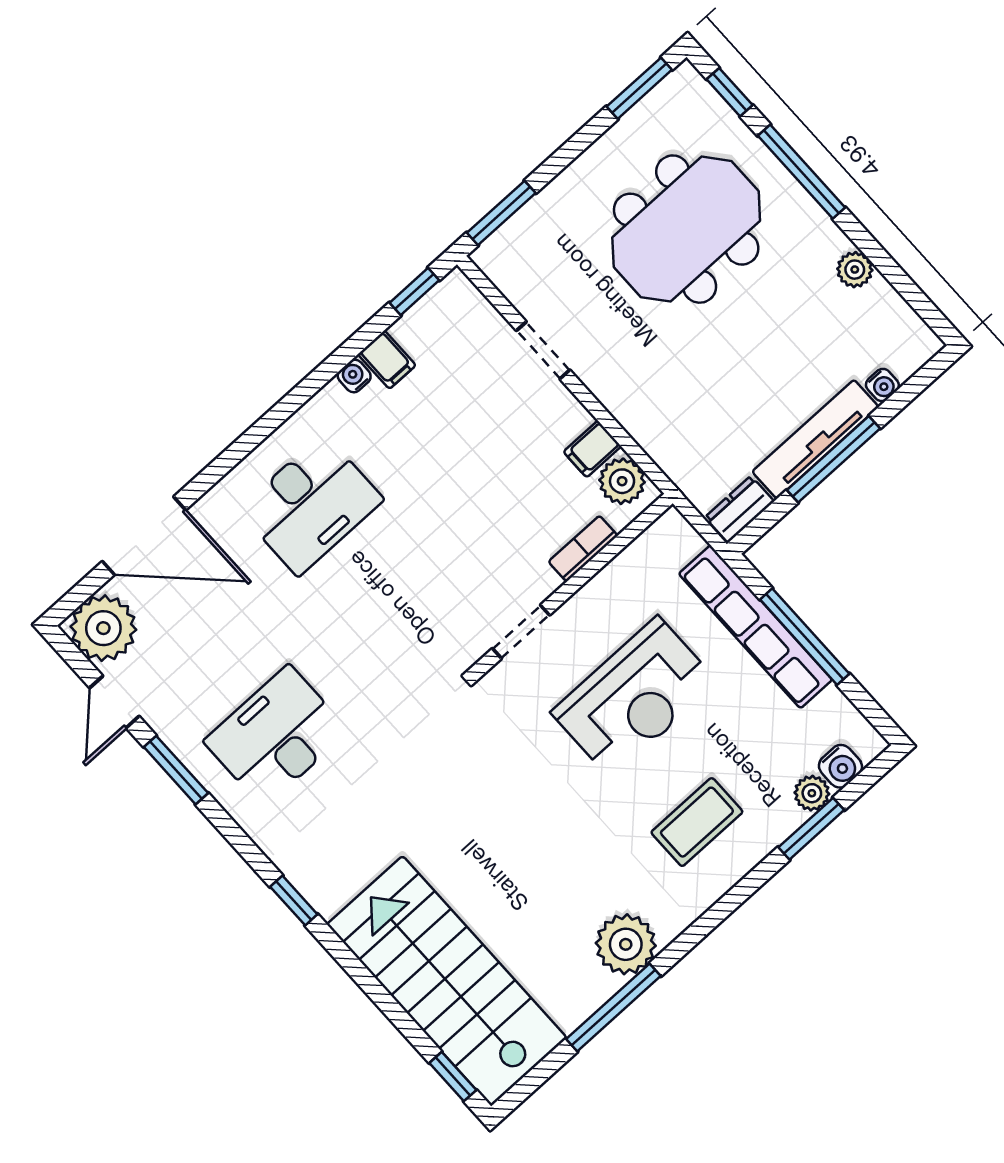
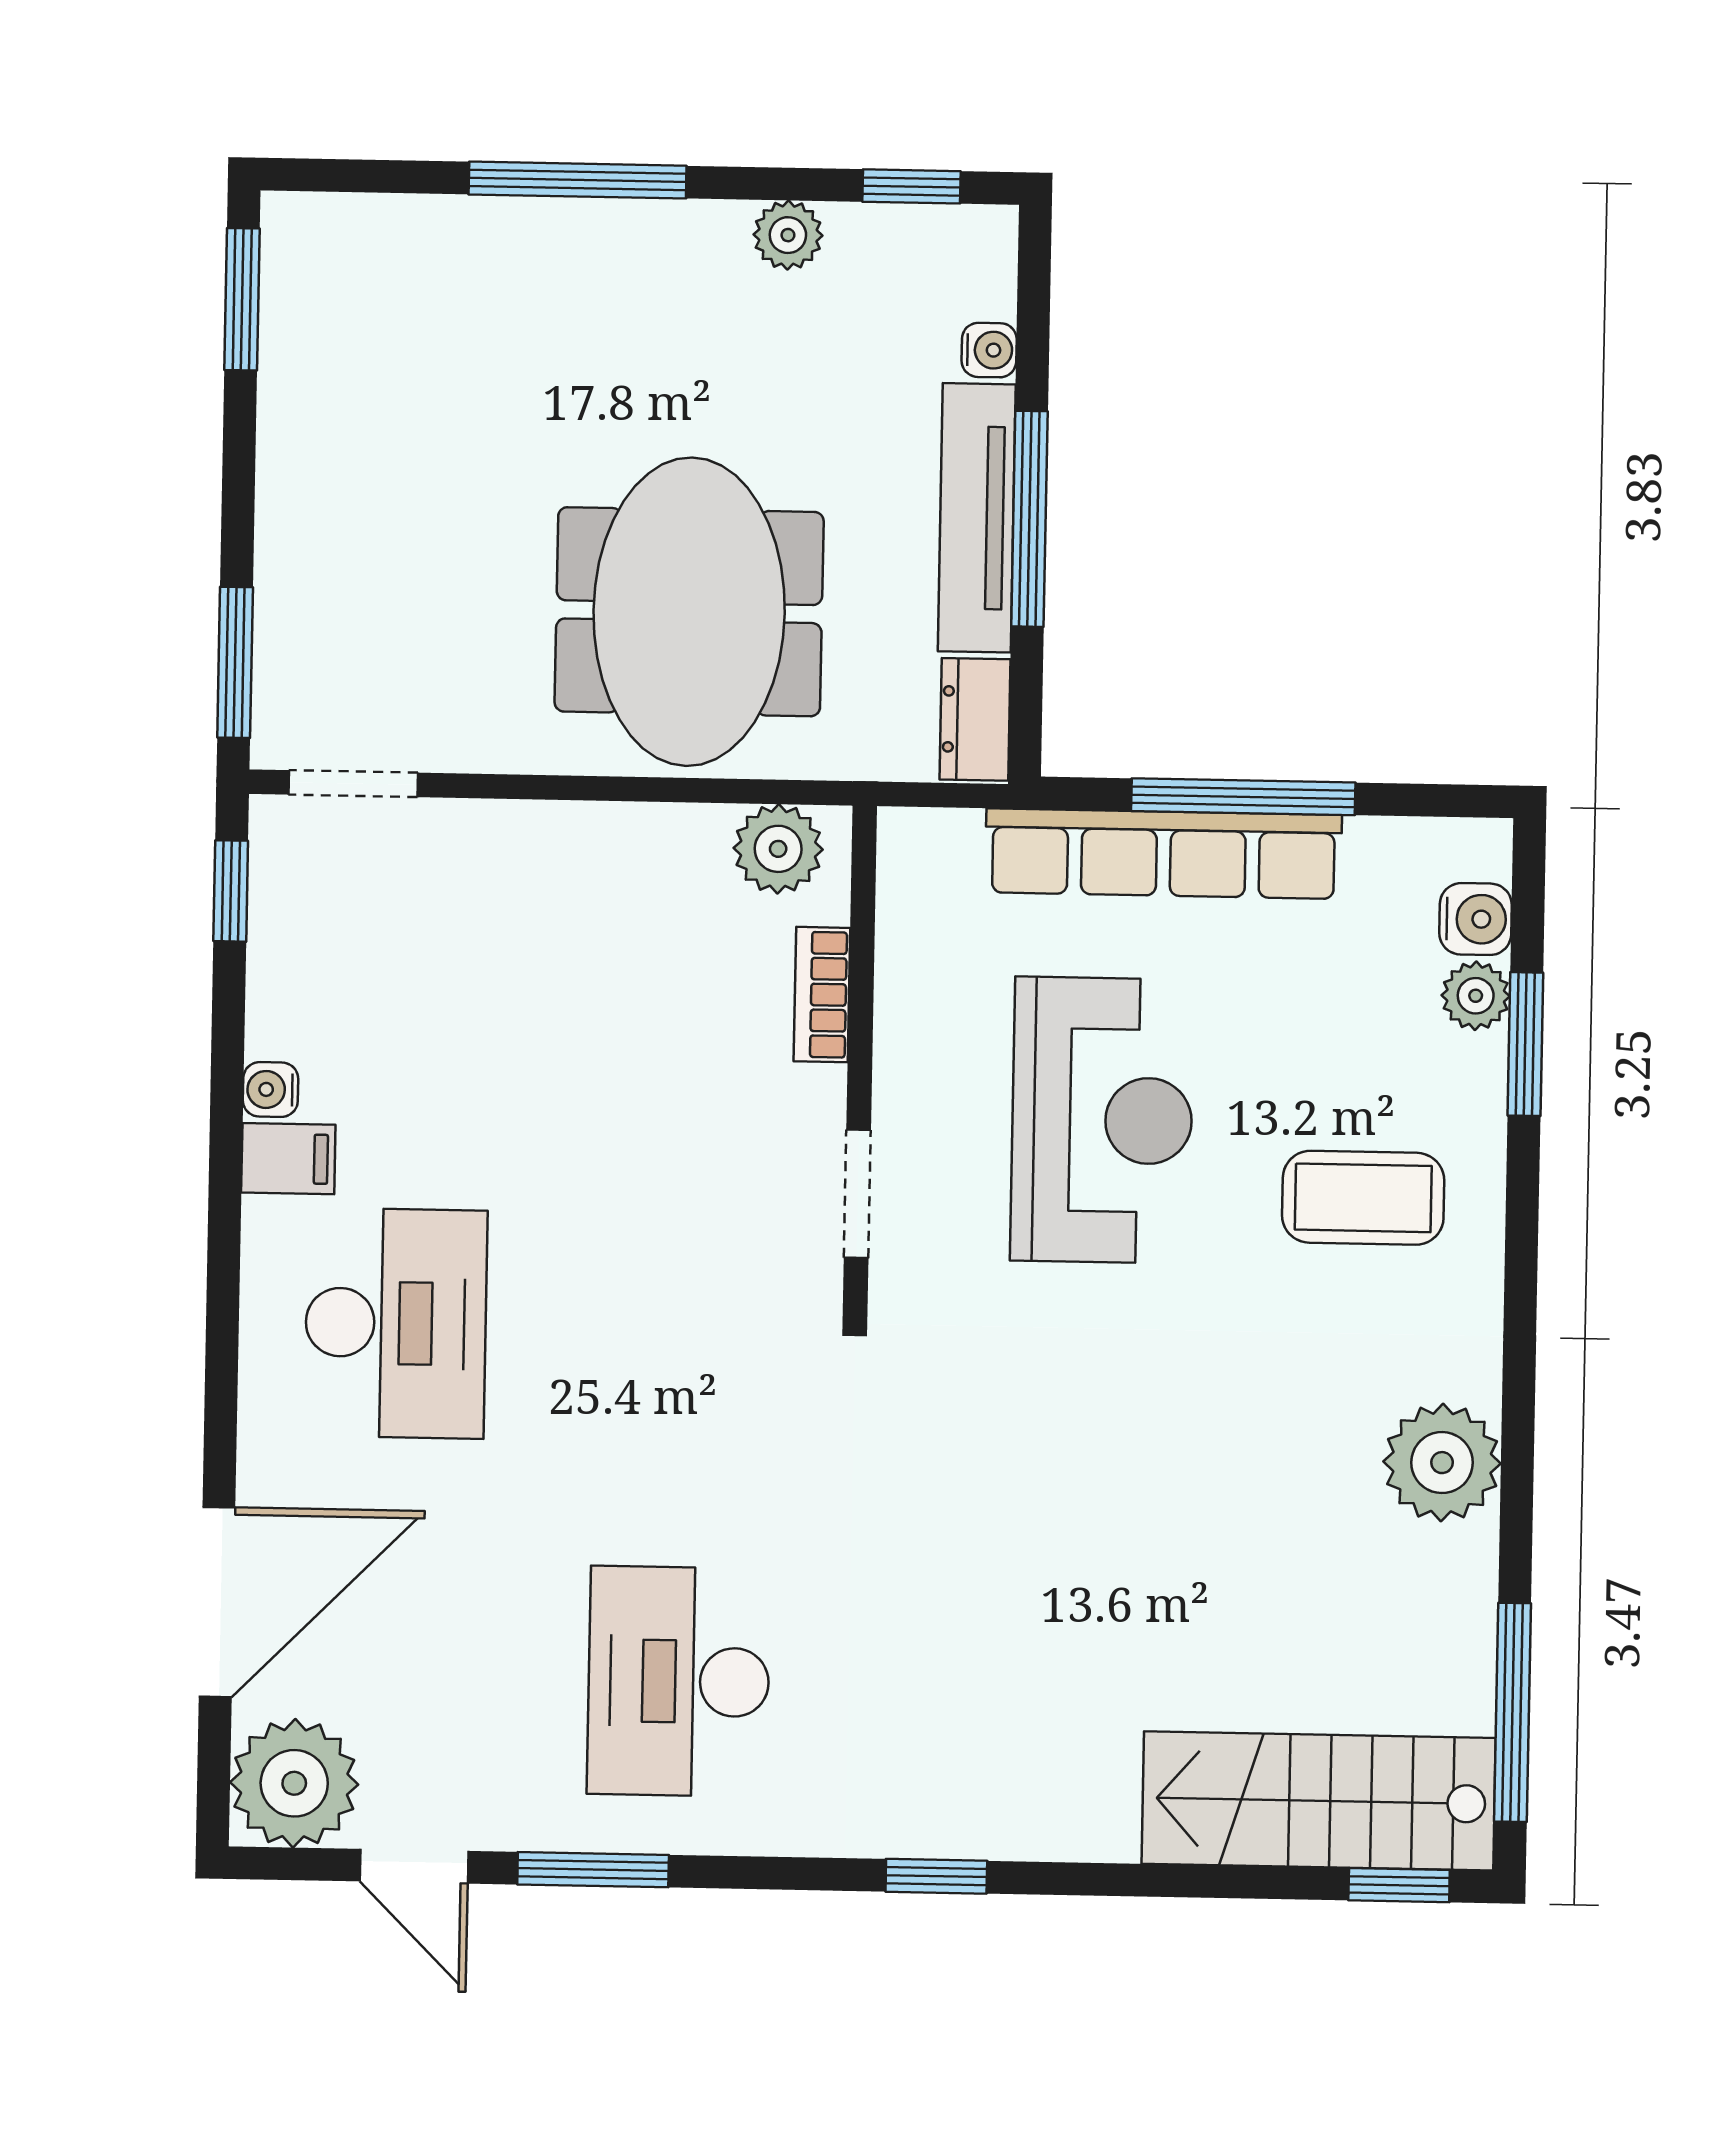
window: (730, 92) -> (911, 186), moved
meeting table: (686, 229) -> (689, 612), moved
doorway: (543, 350) -> (353, 784), moved
filing cabinet: (387, 360) -> (288, 1159), moved
filing cabinet: (592, 449) -> (693, 848), removed
coffee table: (697, 822) -> (1363, 1198), turned 90
stairs: (447, 981) -> (1319, 1801), width x0.73, depth x0.66
window: (613, 1007) -> (1512, 1712), moved

